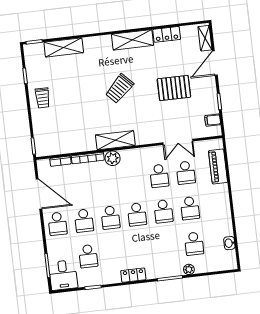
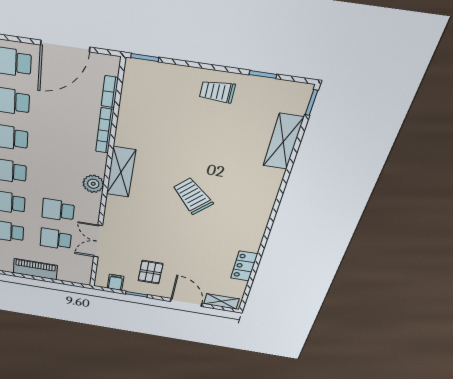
shelving: (132, 40) -> (254, 228), removed
pallet: (174, 88) -> (150, 272), moved, width x0.67, depth x0.71
plant: (113, 158) -> (93, 184), moved
piano: (218, 167) -> (35, 269), moved

